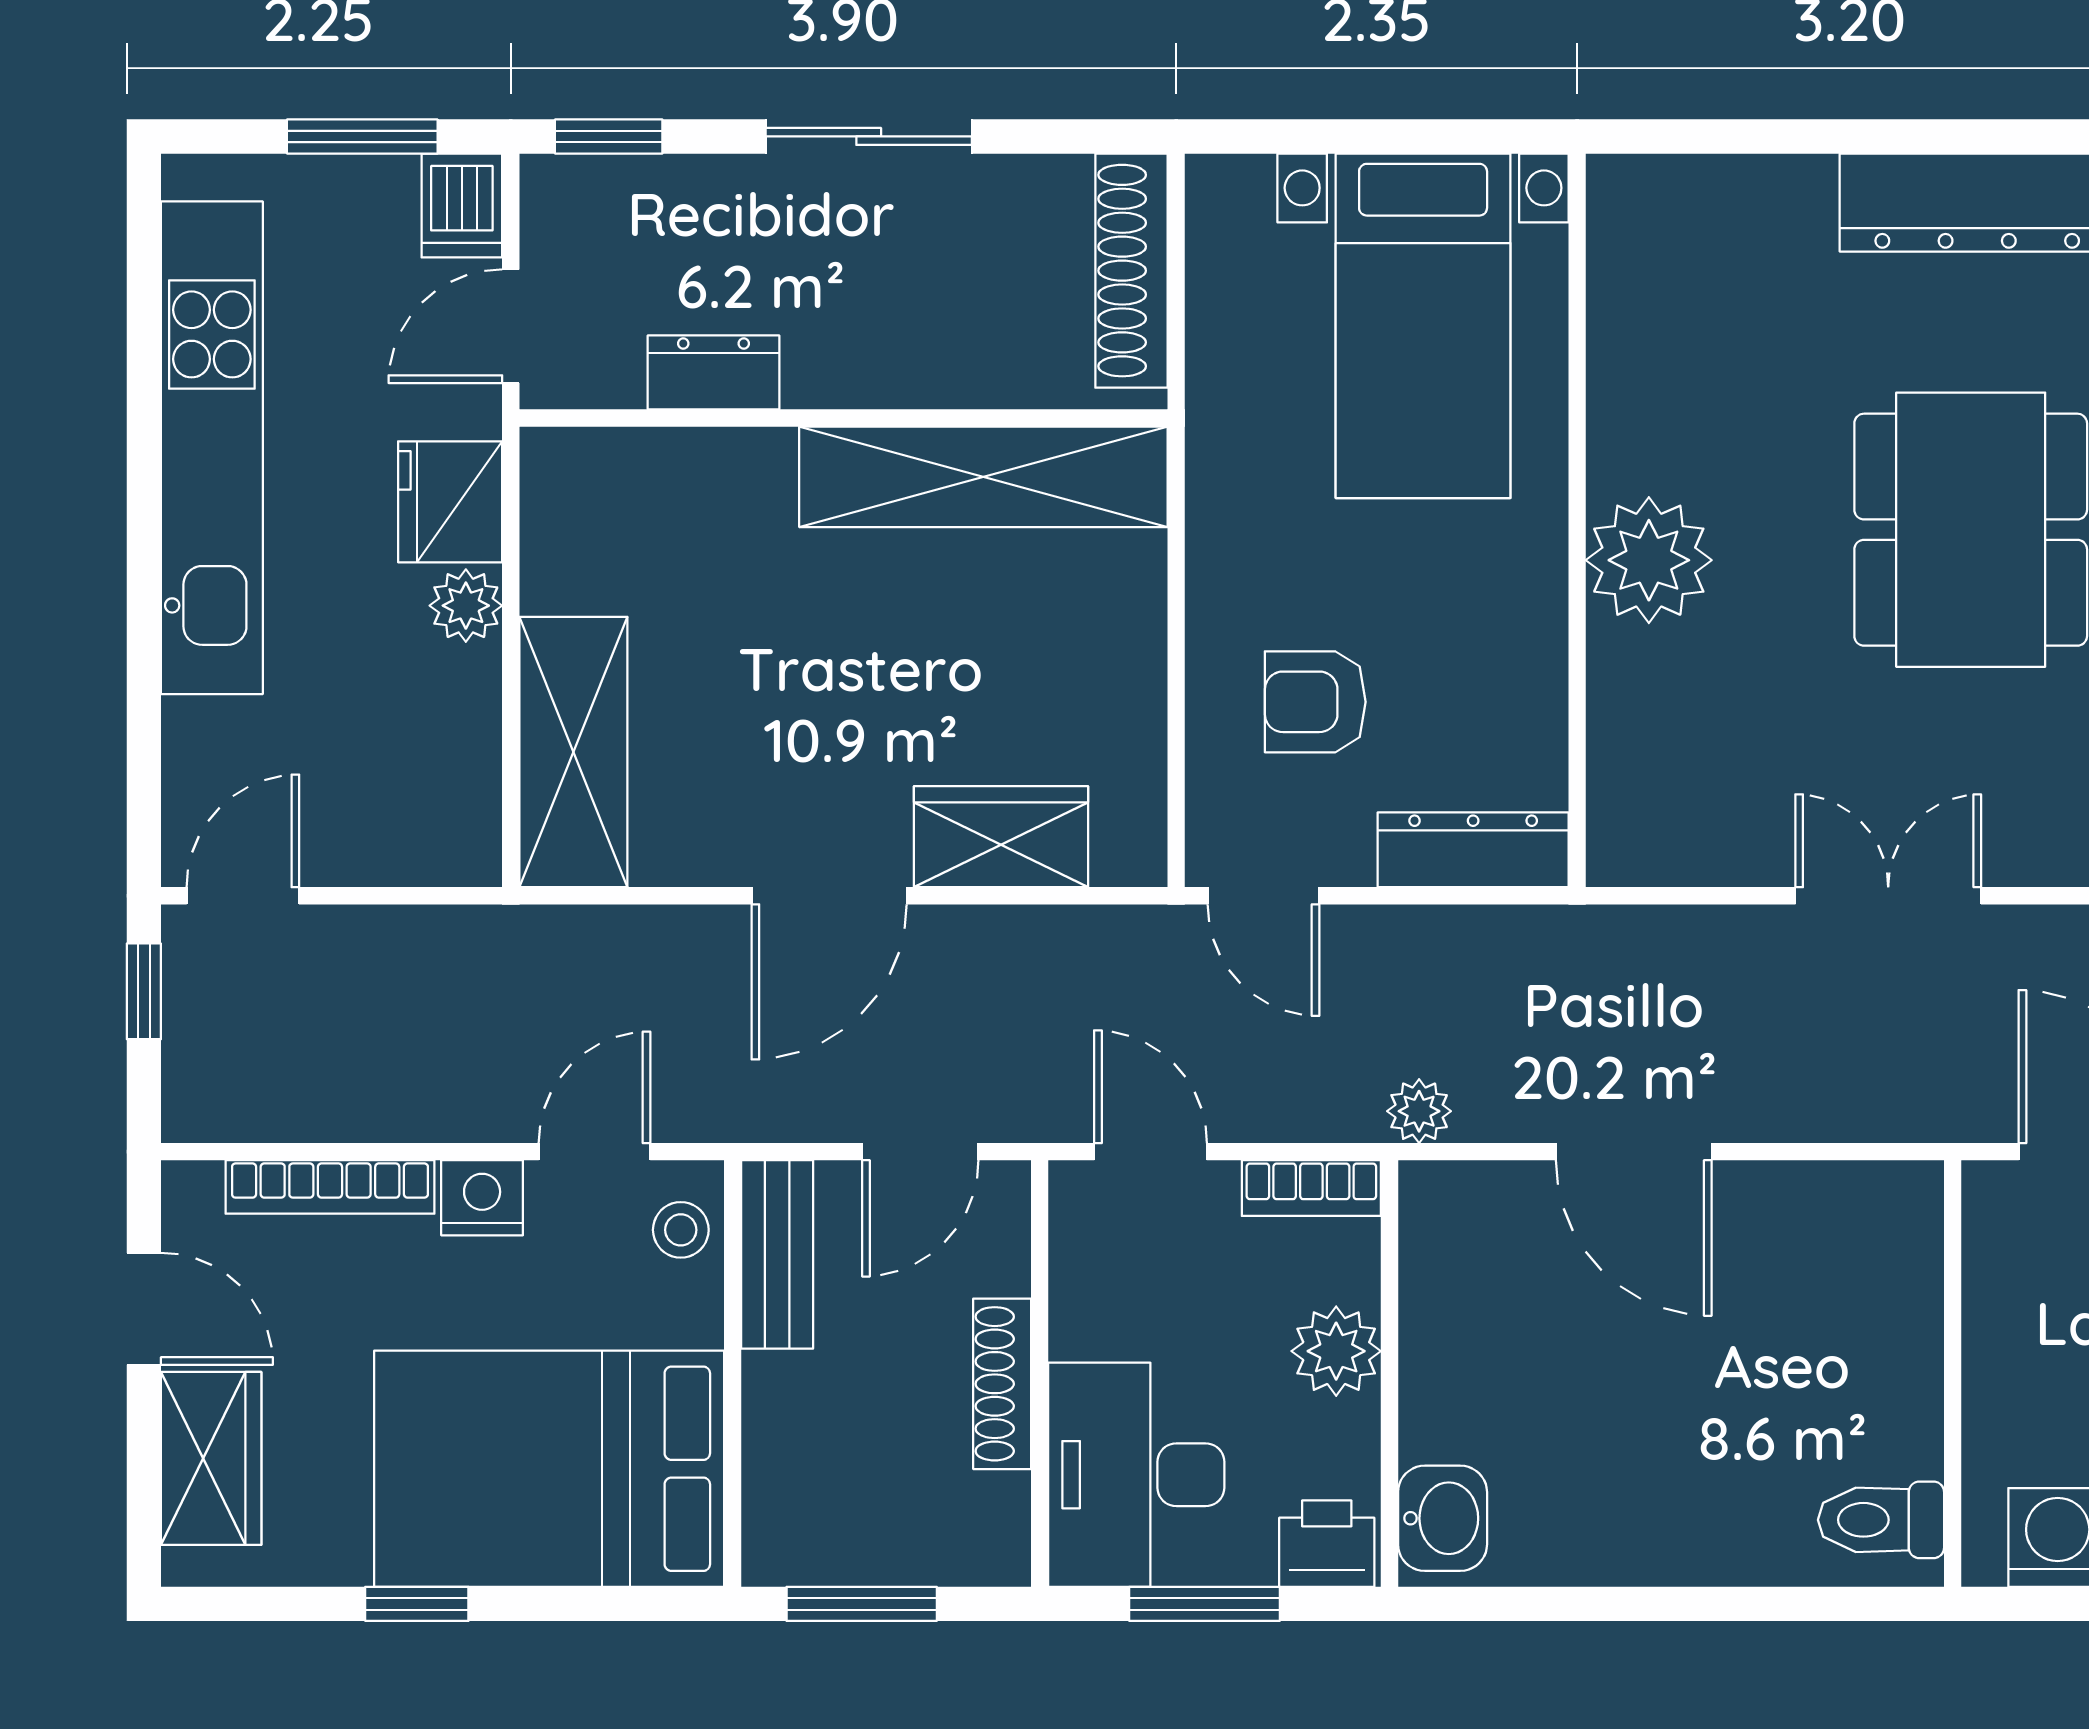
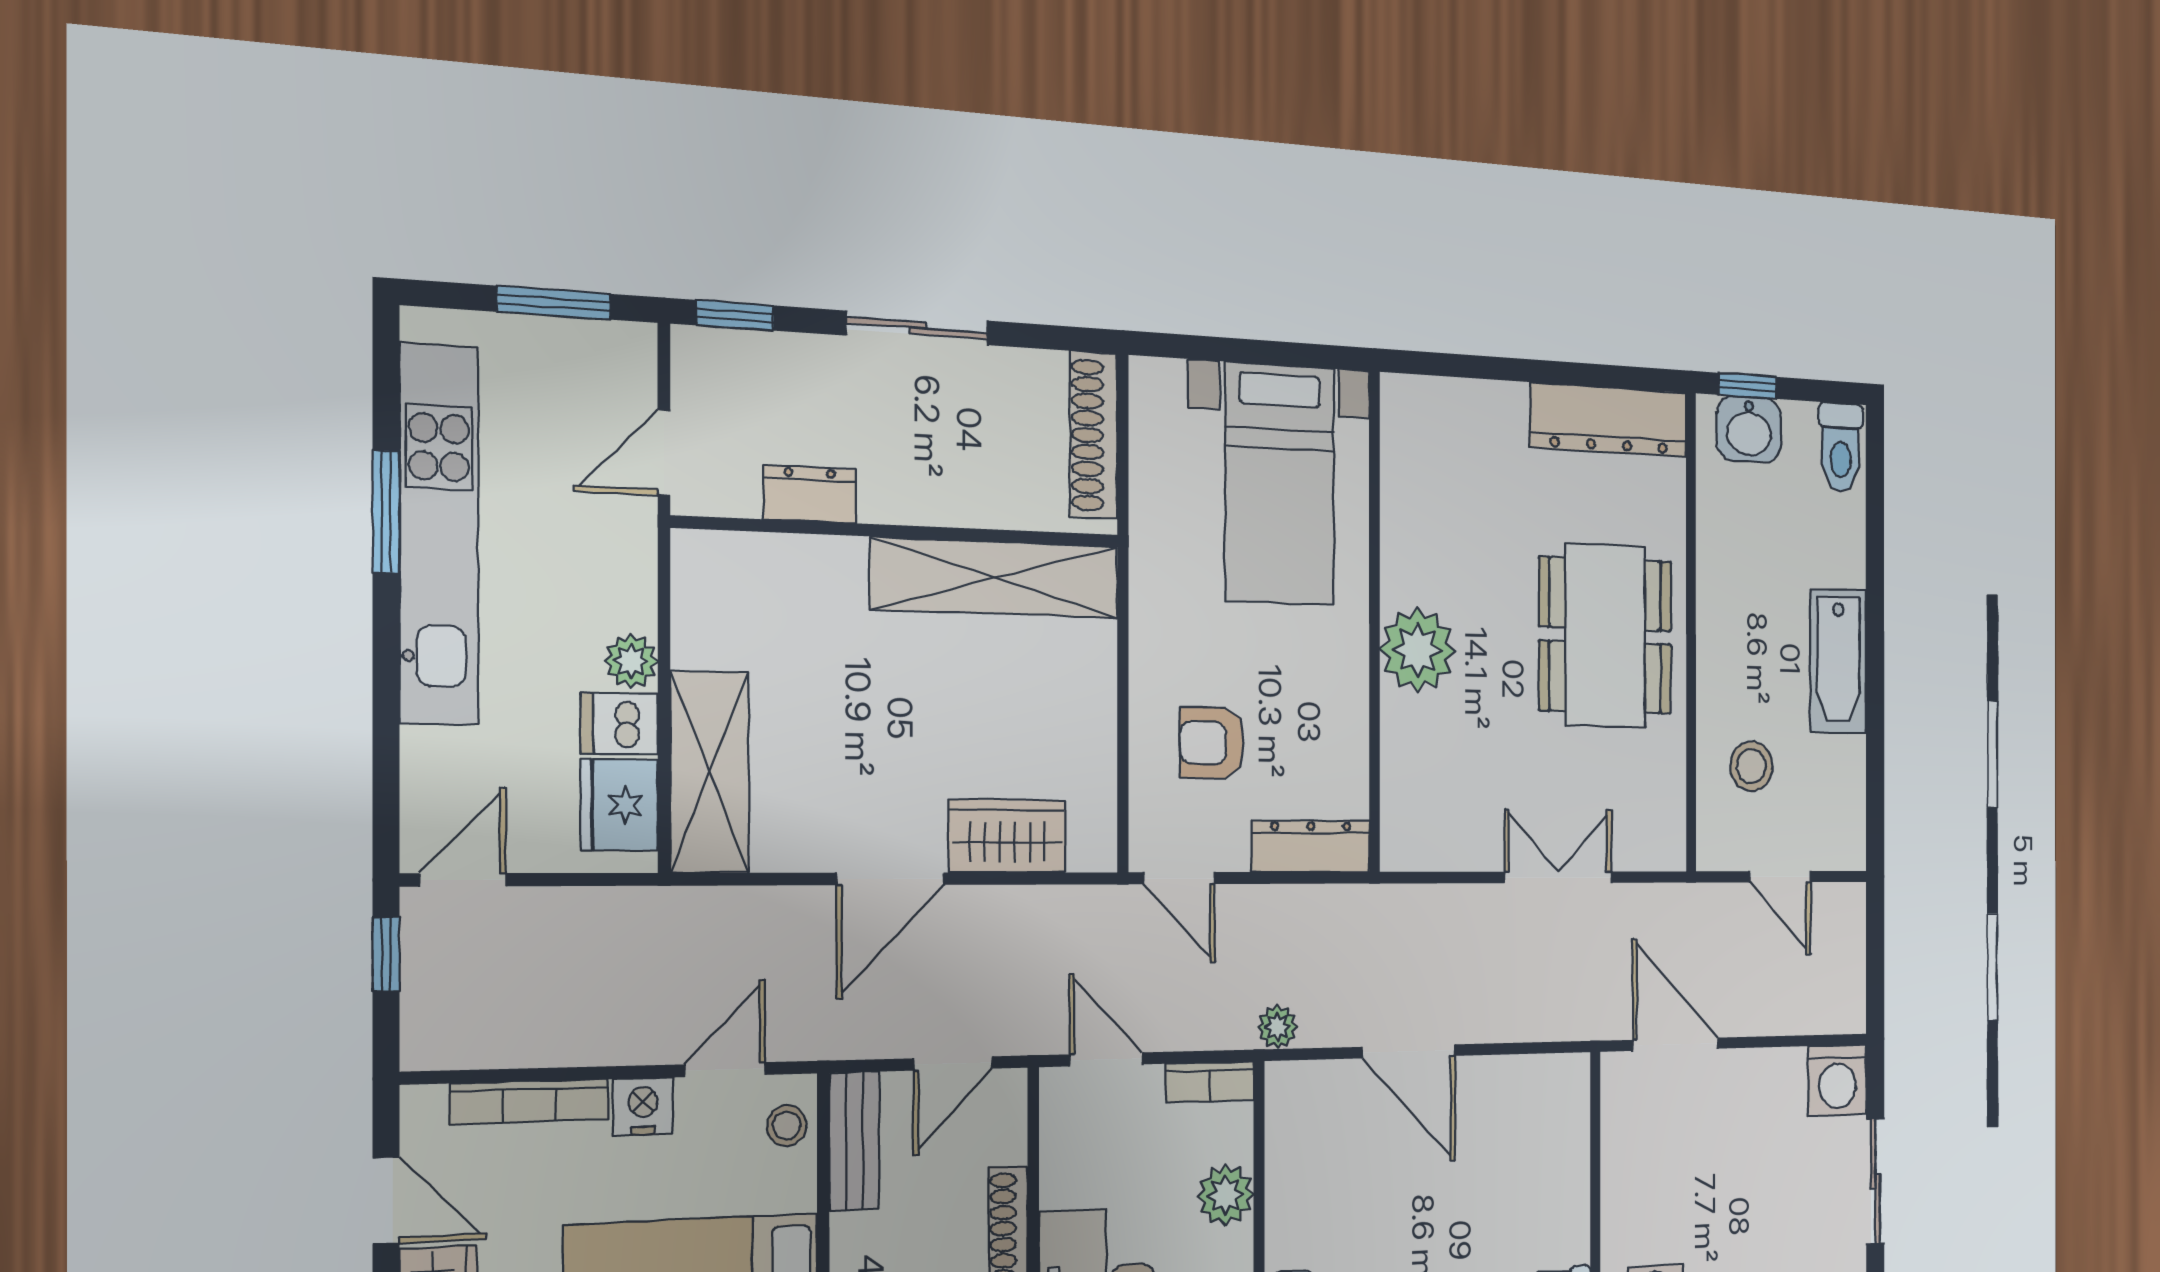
dishwasher: (462, 206) -> (619, 724), moved, turned 90
window: (144, 421) -> (386, 512), added
fridge: (450, 502) -> (619, 805), moved

